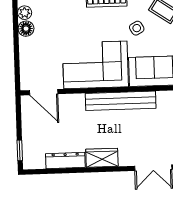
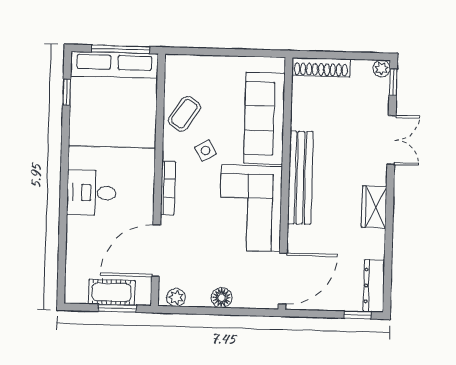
floor lamp: (26, 29) -> (222, 298), moved
door: (44, 92) -> (283, 279), width x1.36
dresser: (65, 161) -> (374, 286), moved

